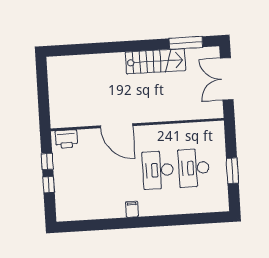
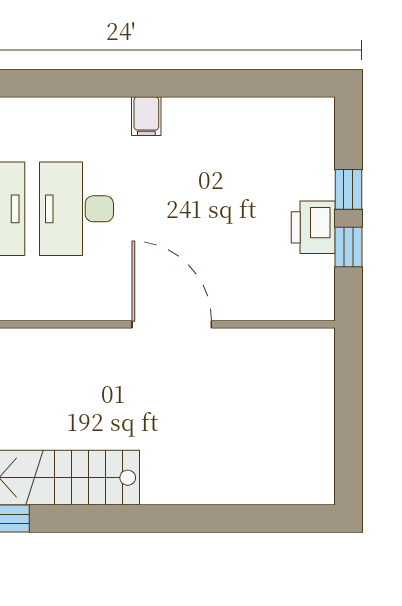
printer: (66, 139) -> (313, 227), moved, turned -90
desk: (158, 170) -> (76, 209), turned 180

